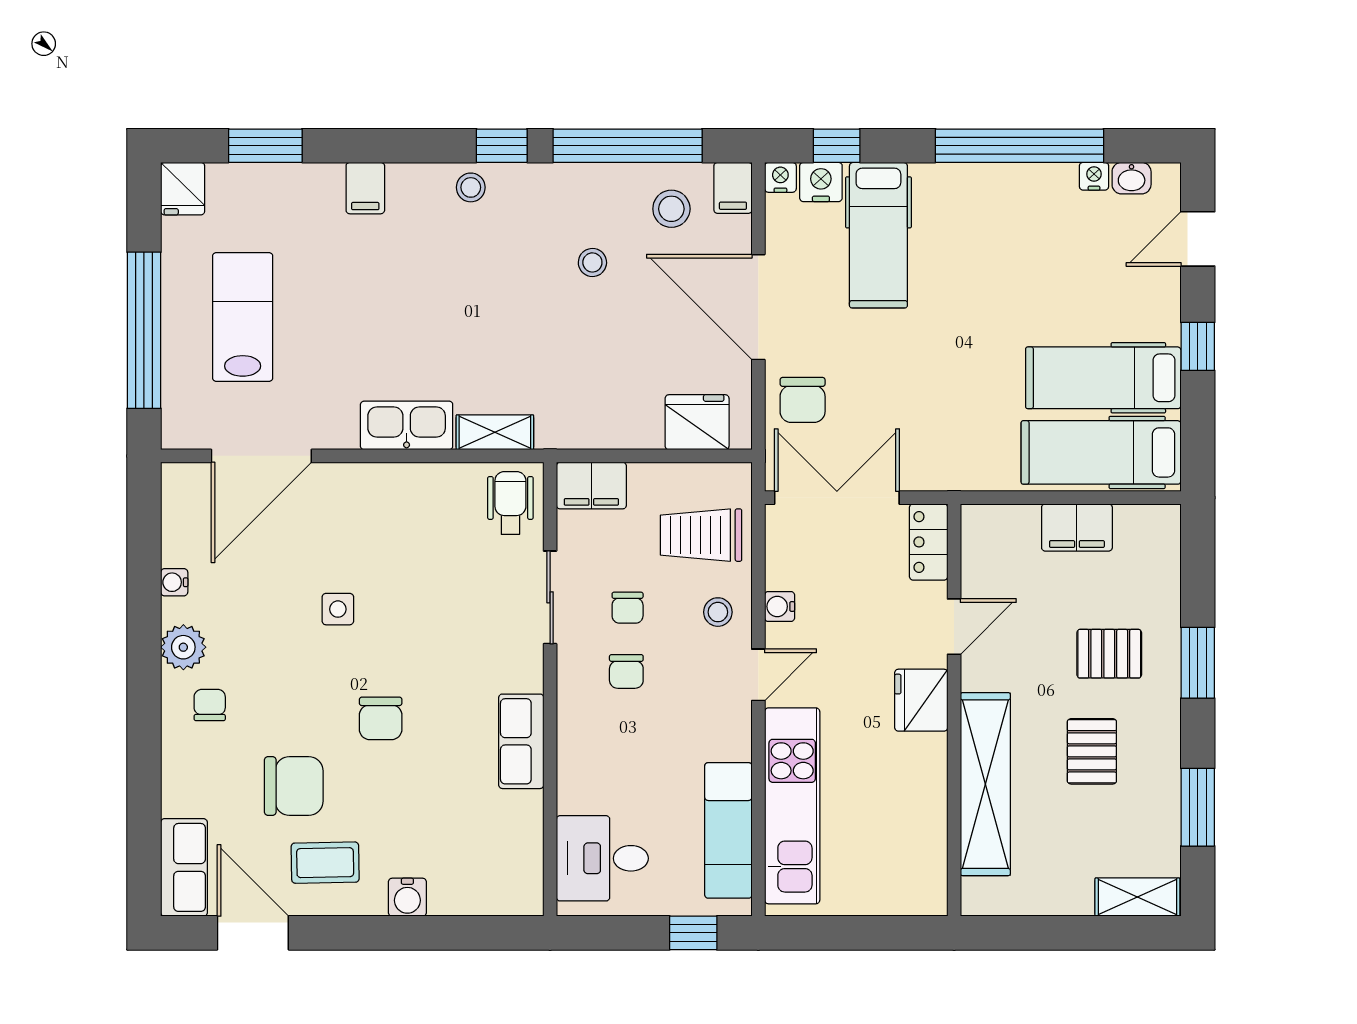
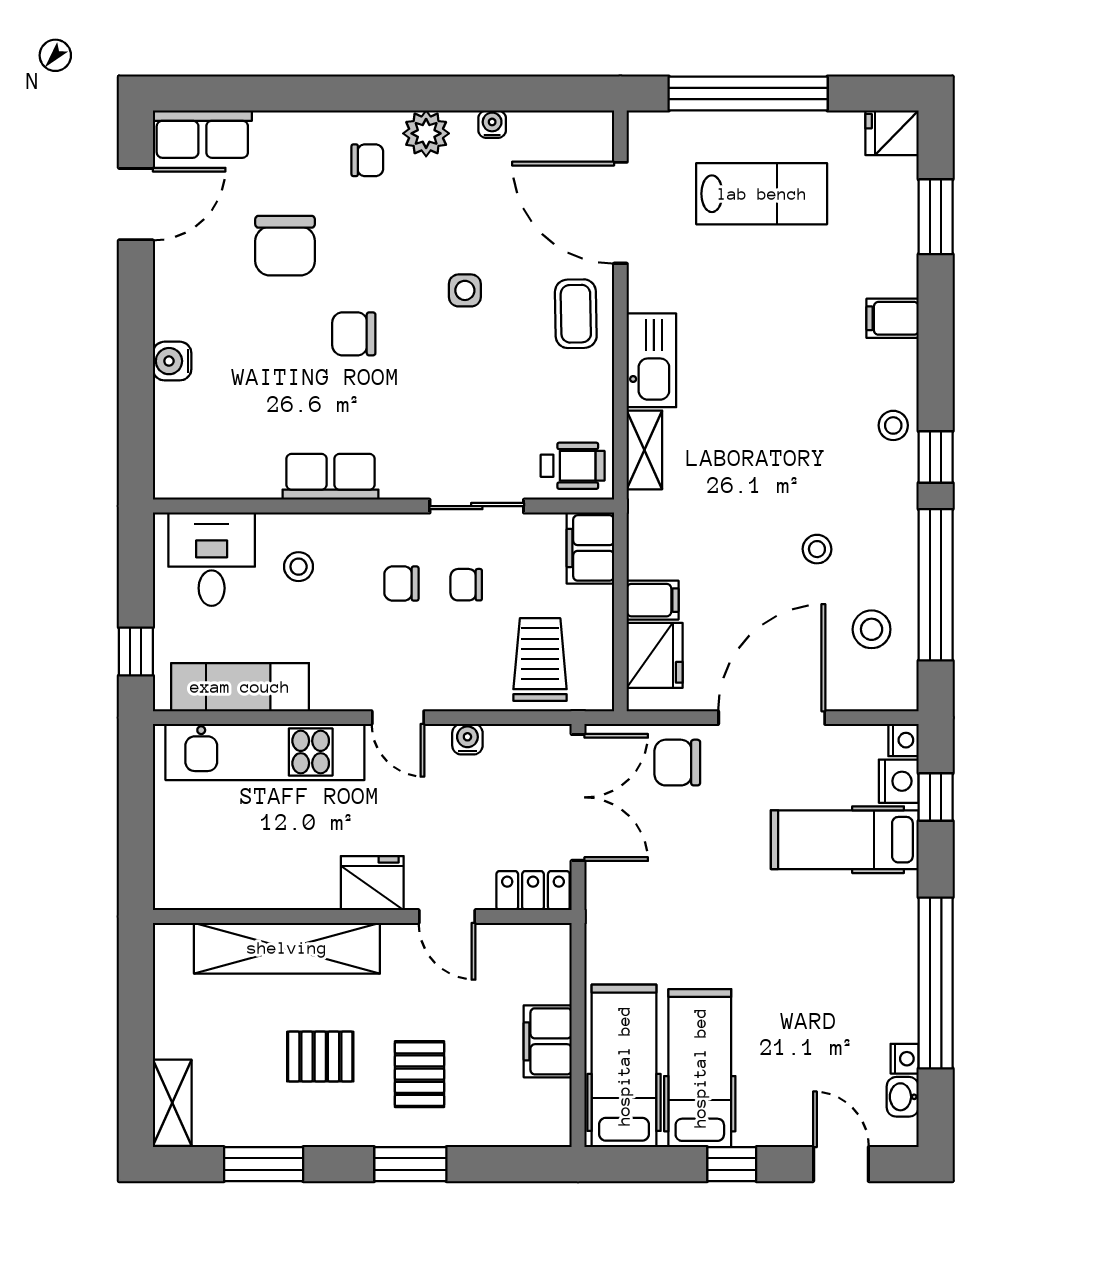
filing cabinet: (733, 188) -> (653, 600), moved, turned 180
stool: (718, 612) -> (299, 567), moved
coffee table: (325, 863) -> (576, 314), moved

